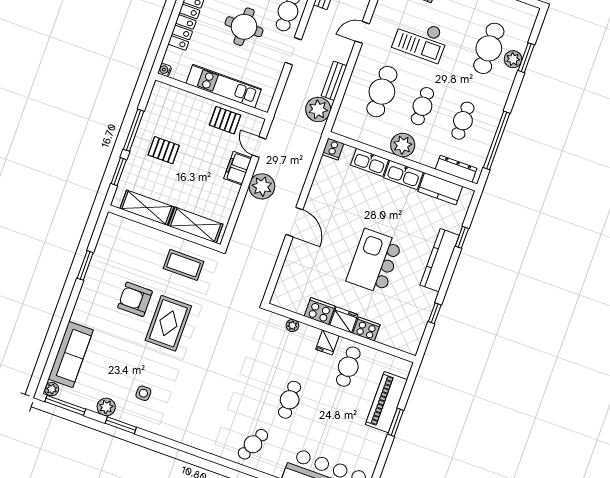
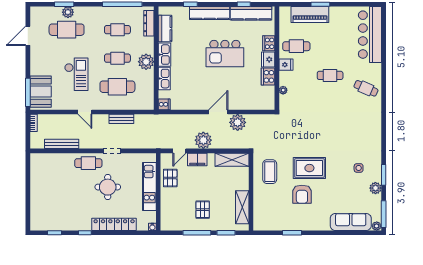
plant: (318, 109) -> (238, 122), moved
shelving: (196, 225) -> (232, 160), moved, turned 90
kitchen counter: (418, 319) -> (251, 13), added

